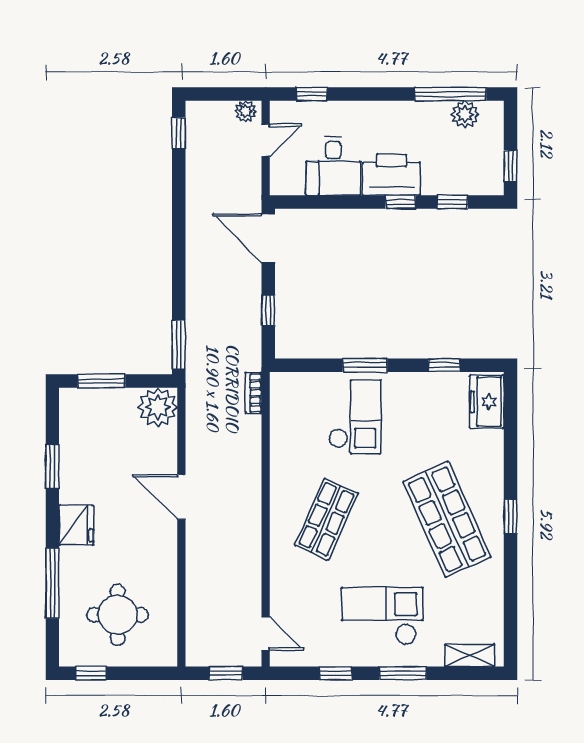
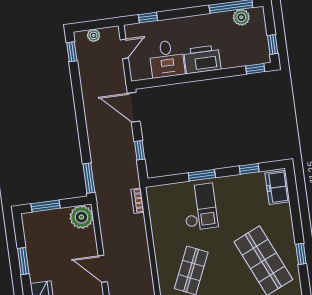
plant: (246, 111) -> (94, 35), moved
window: (401, 202) -> (210, 75), removed
window: (452, 202) -> (255, 69), moved

